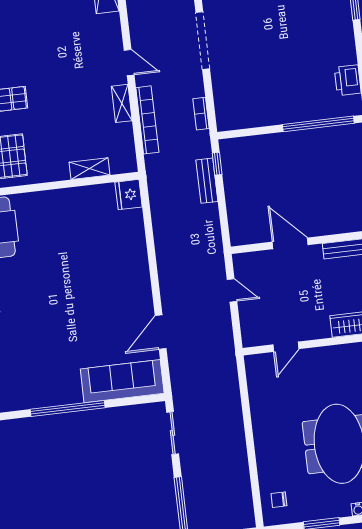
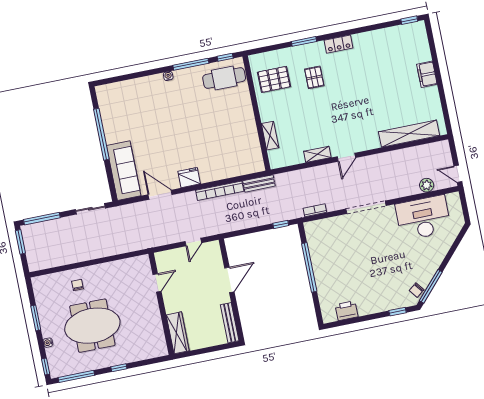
bookcase: (147, 120) -> (220, 191), moved
window: (318, 124) -> (309, 267), moved
bench: (207, 181) -> (259, 183), moved
fridge: (129, 195) -> (189, 178), moved
door: (286, 347) -> (157, 283), swing flipped
chair: (279, 500) -> (78, 285), moved

